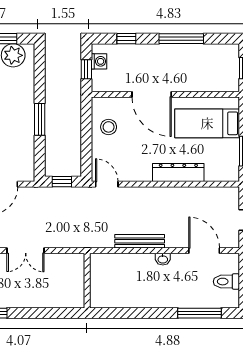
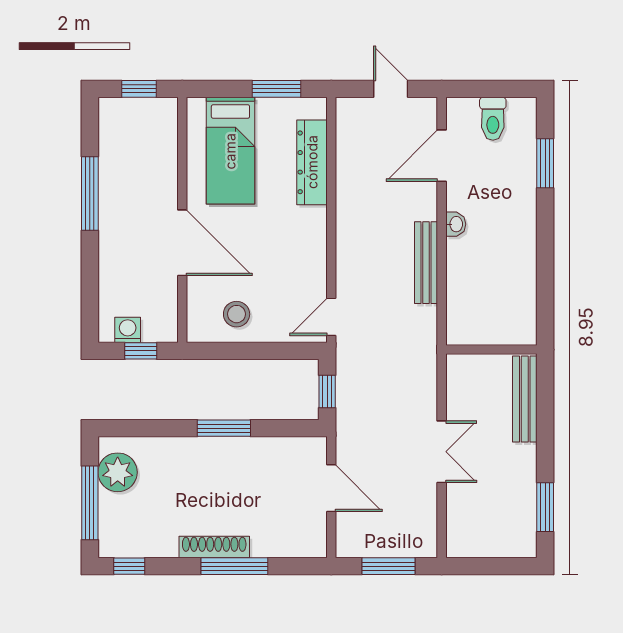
window: (126, 39) -> (90, 285), removed
door: (152, 94) -> (182, 243), hinge flipped
dresser: (178, 172) -> (312, 162), moved
bench: (57, 301) -> (525, 399), added
window: (199, 313) -> (545, 163), width x0.69

